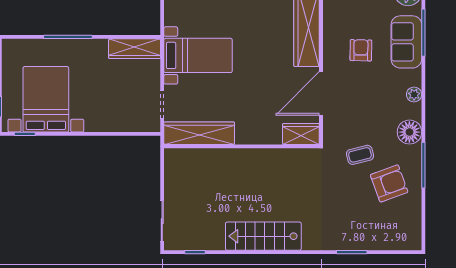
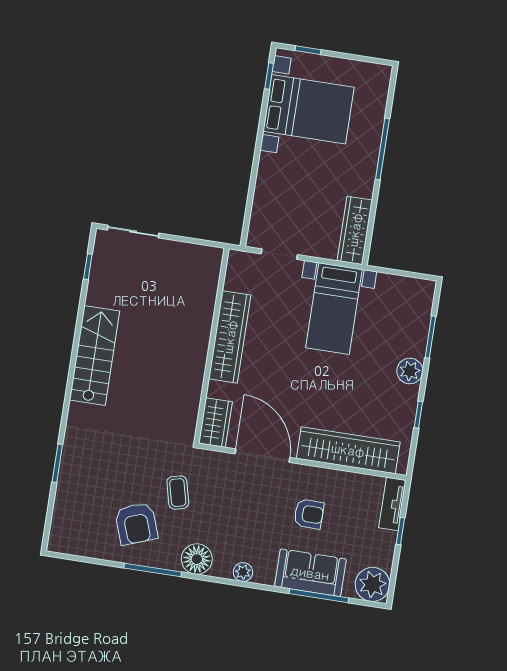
wardrobe: (199, 133) -> (230, 337), moved

